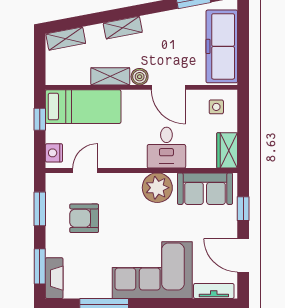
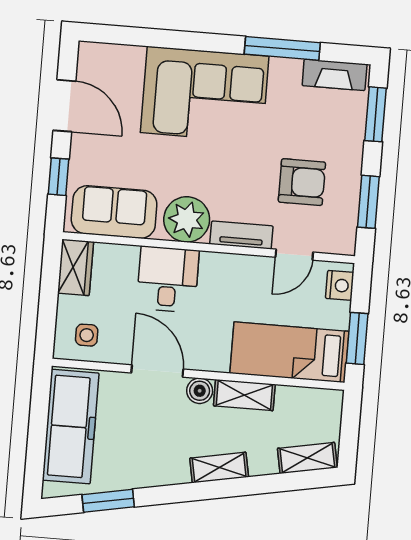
window: (40, 119) -> (357, 338), width x1.50
fireplace: (54, 278) -> (335, 75), moved, turned -90
tv unit: (214, 291) -> (241, 235), moved, turned 180

